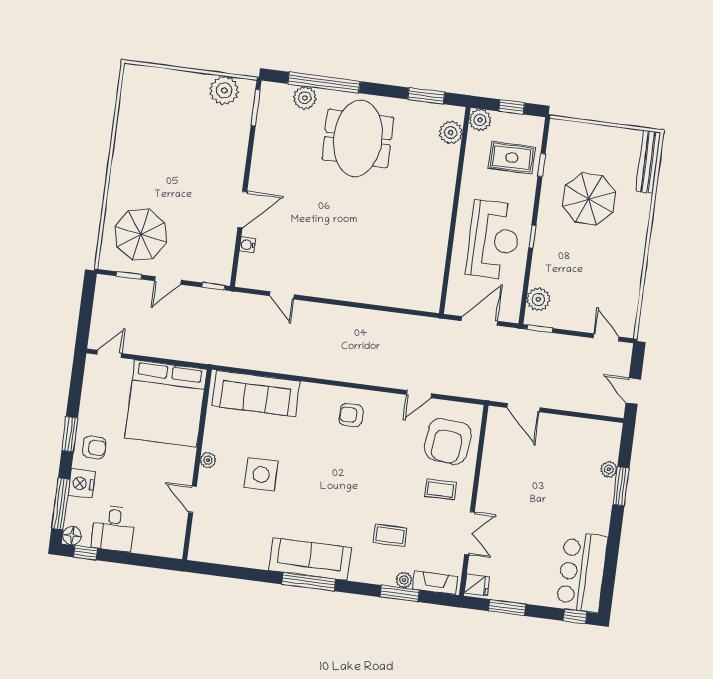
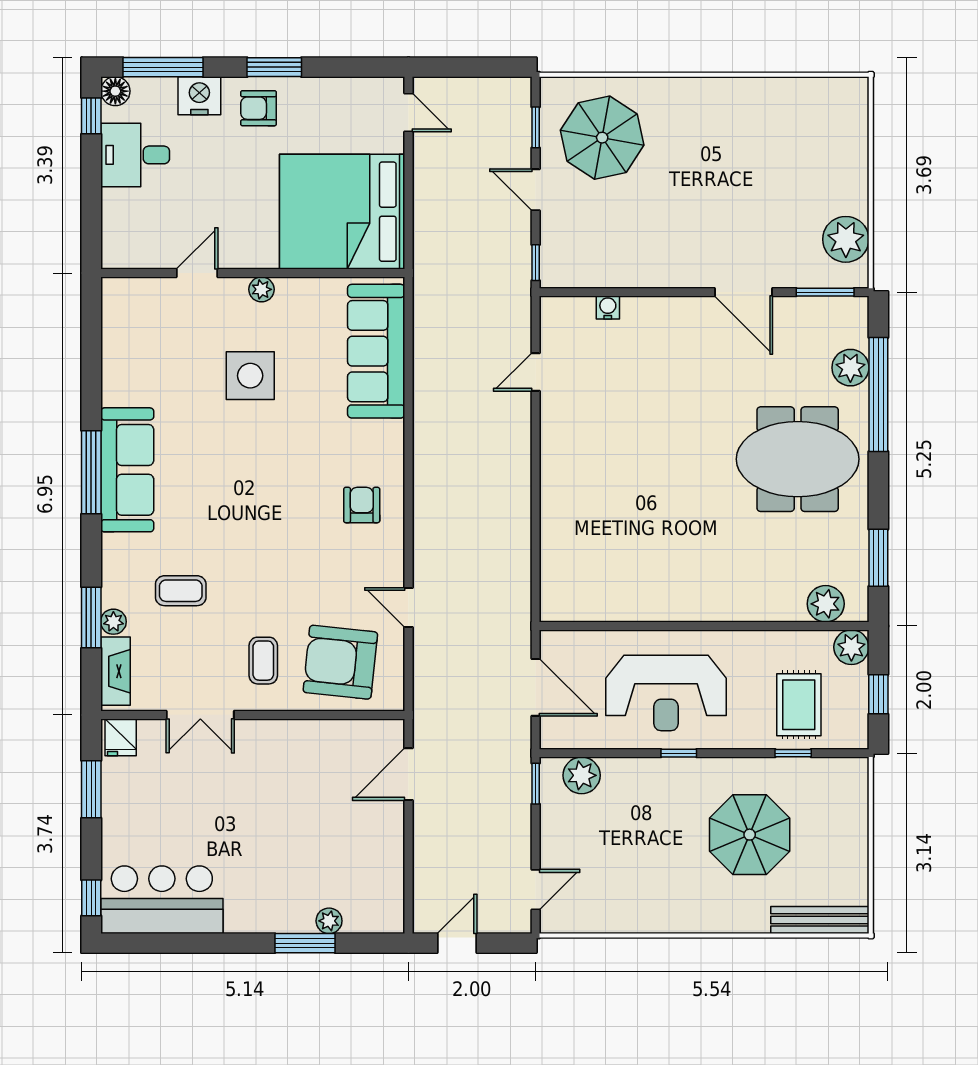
door: (242, 210) -> (744, 292), moved
armchair: (94, 447) -> (258, 108), turned 90
coffee table: (390, 535) -> (181, 591), turned 90

